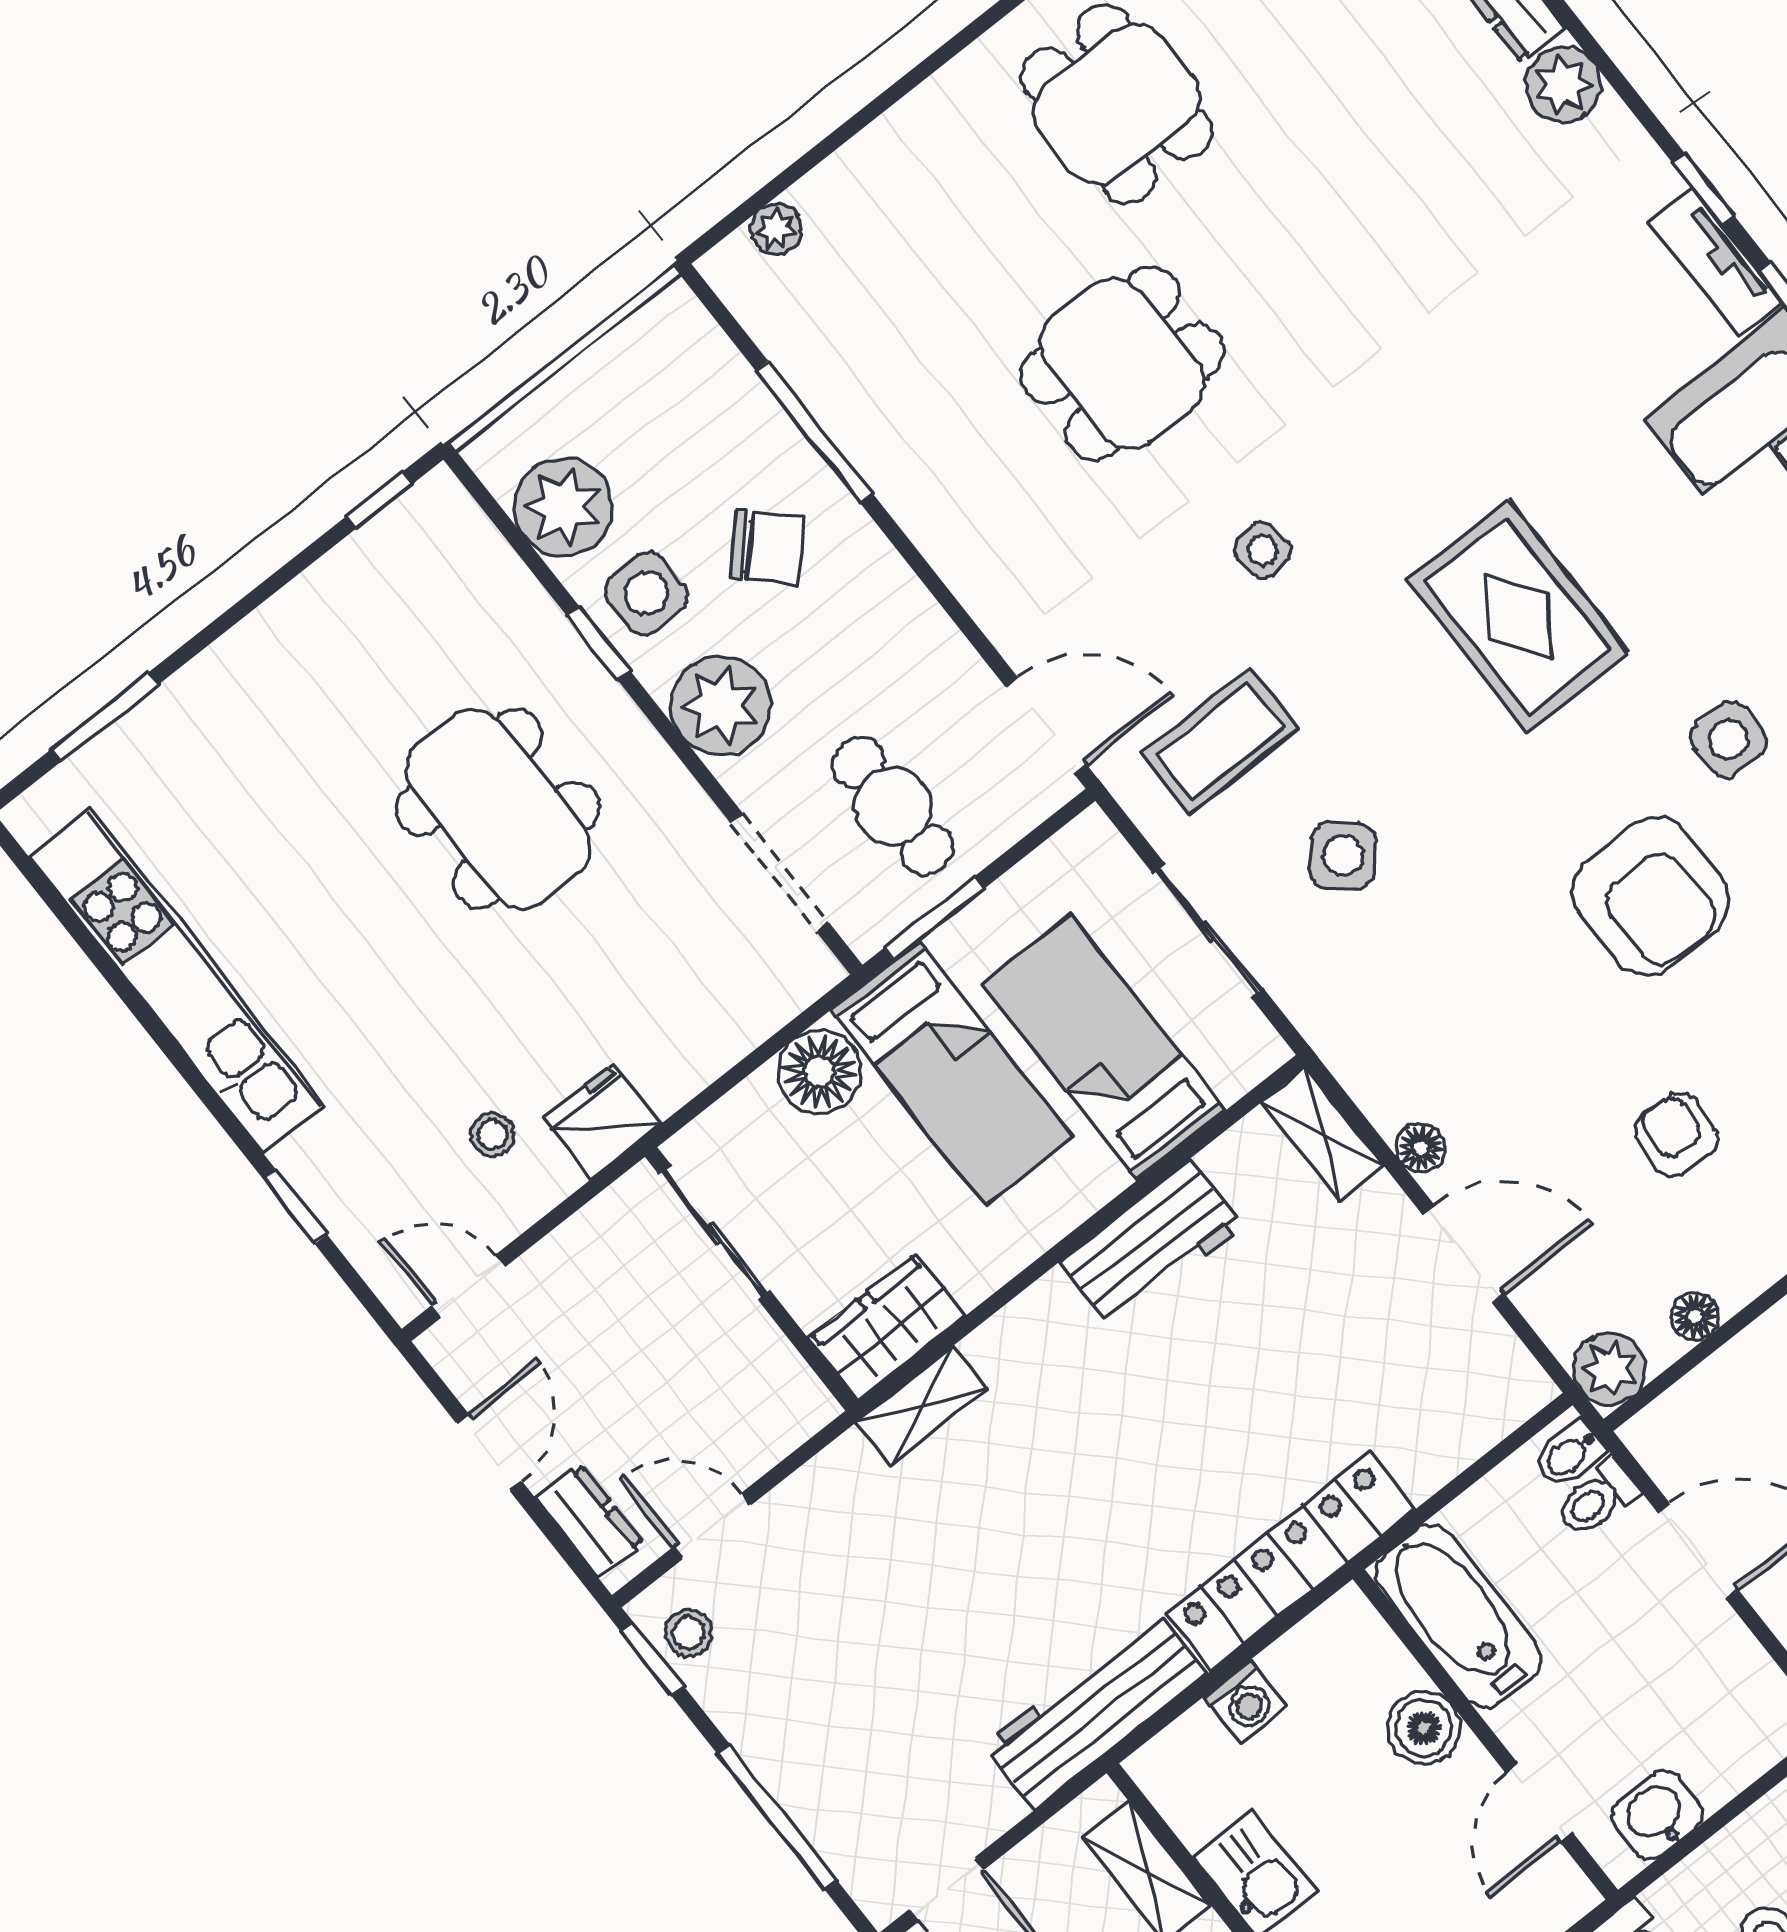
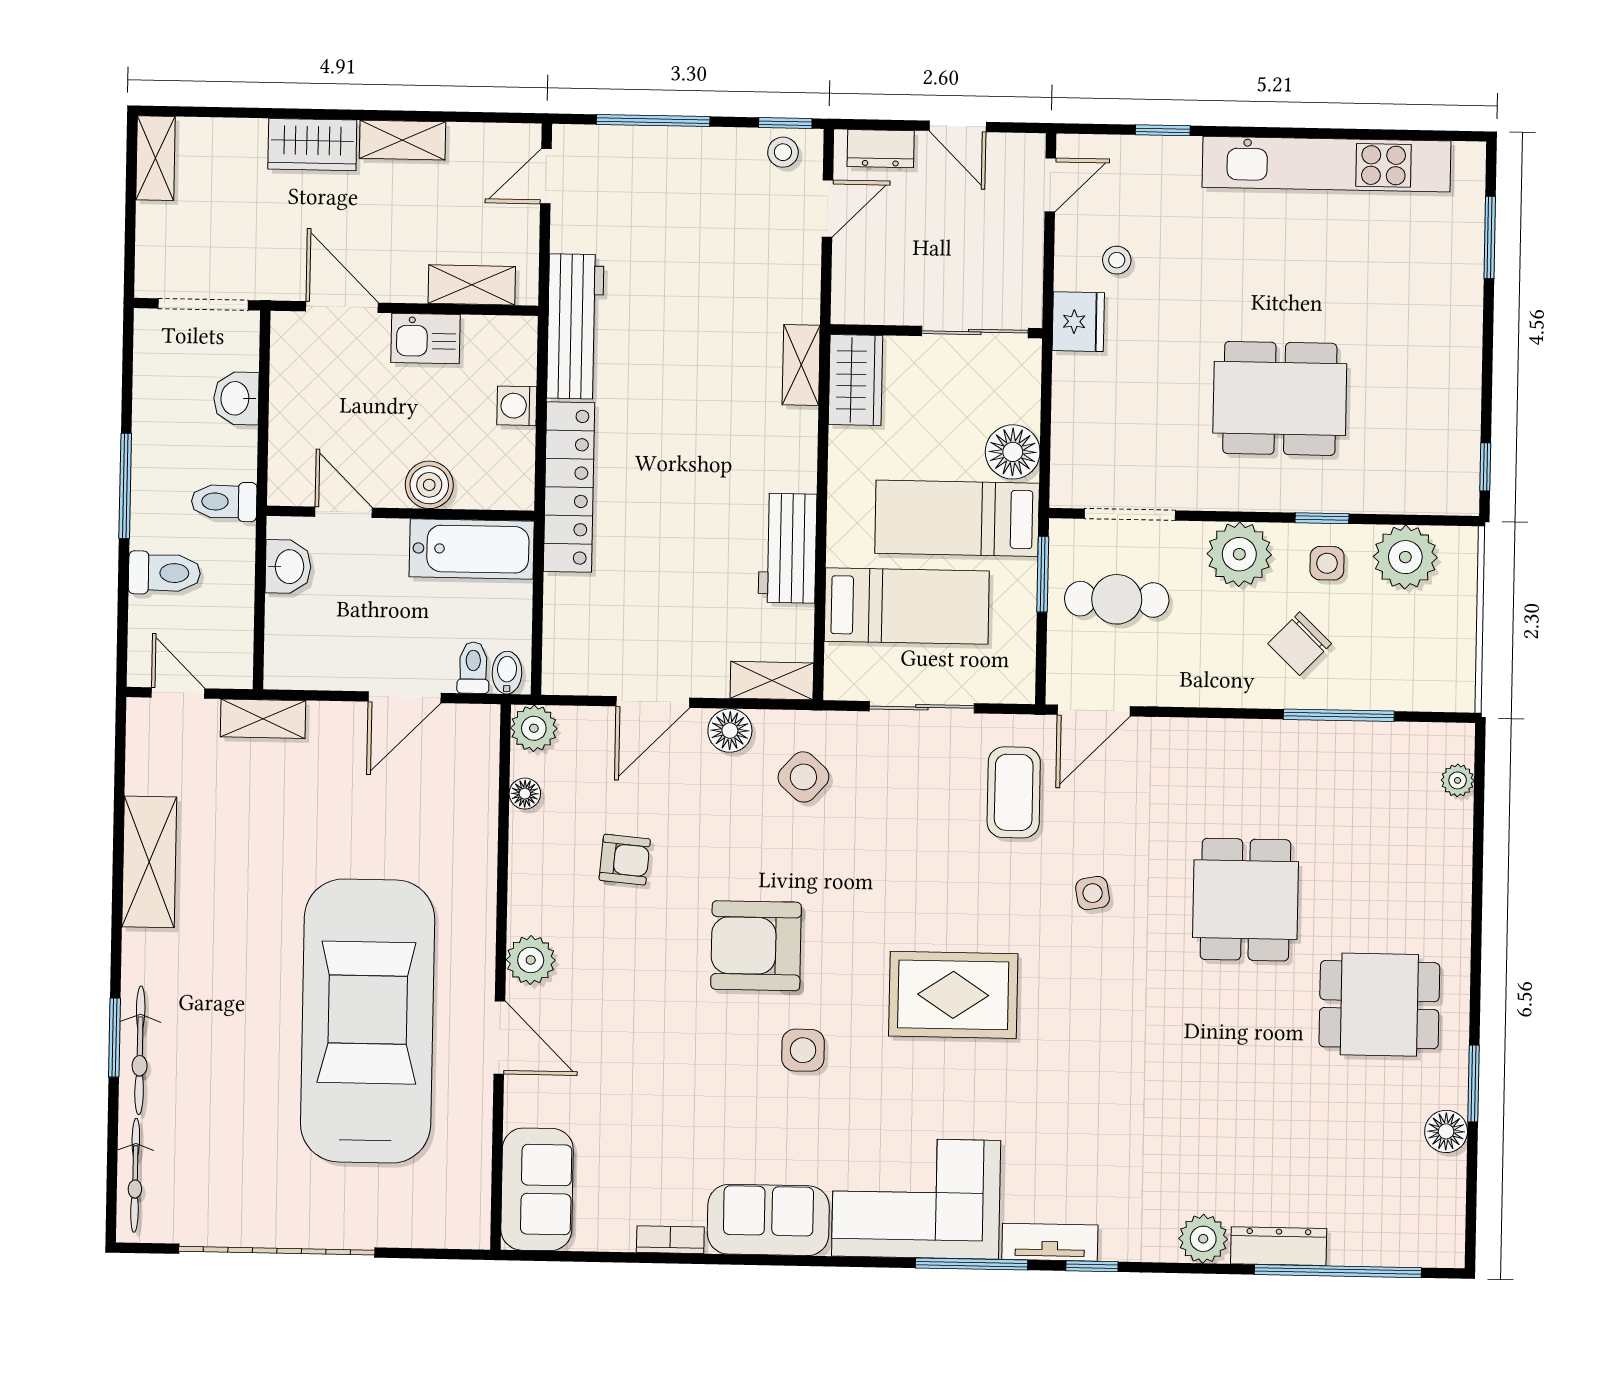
side table: (646, 593) -> (1327, 563), width x0.73, depth x0.73
side table: (1343, 855) -> (803, 777), moved
floor lamp: (1421, 1148) -> (730, 731), width x1.37, depth x1.37

